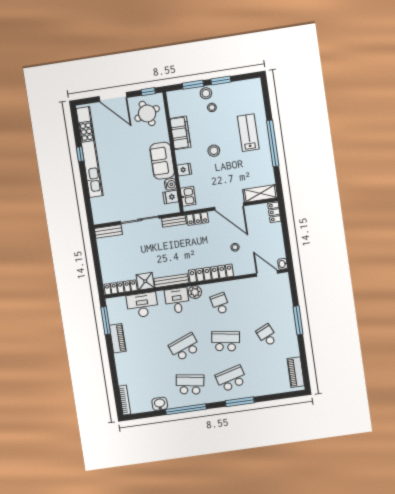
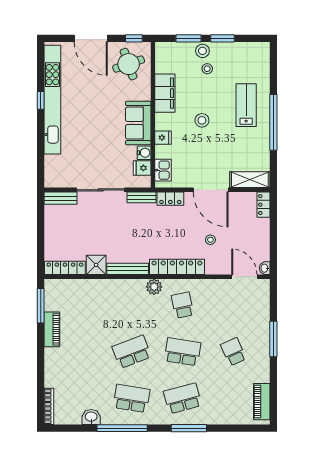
desk: (177, 301) -> (131, 294), removed
desk: (142, 305) -> (88, 293), removed

